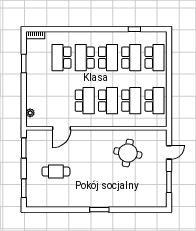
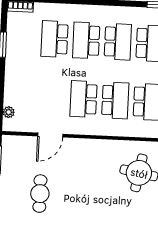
school desk: (85, 101) -> (84, 99), turned 180
cafe table: (56, 171) -> (40, 194), turned 90

